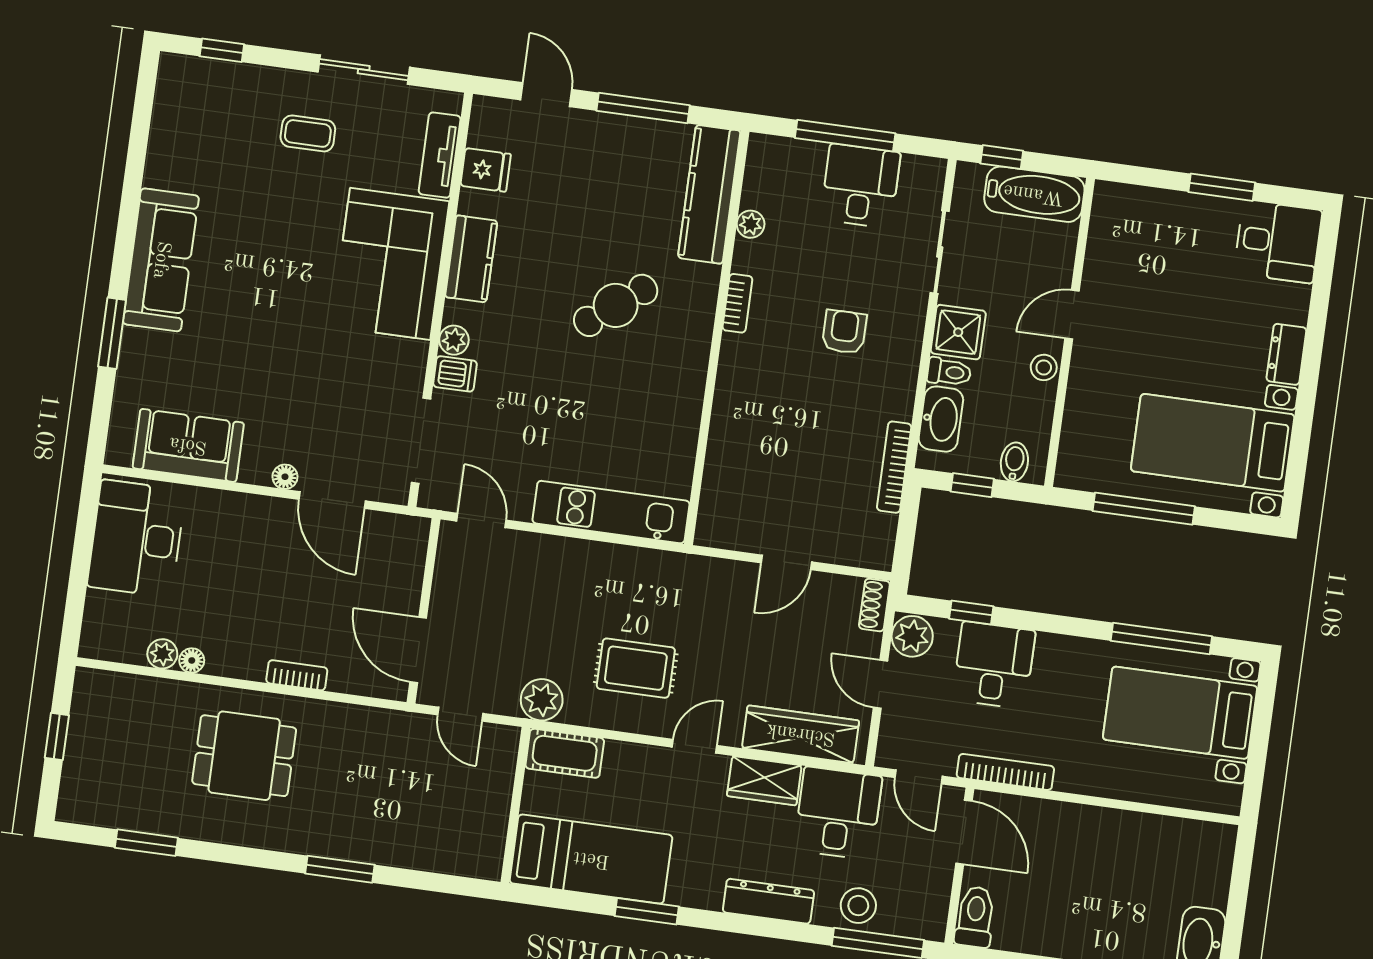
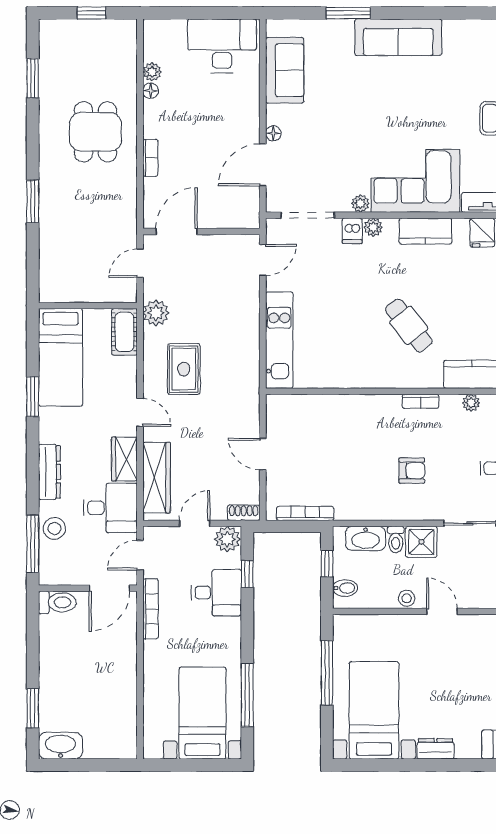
plant: (414, 355) -> (360, 204), added
bookcase: (894, 467) -> (305, 513), moved

